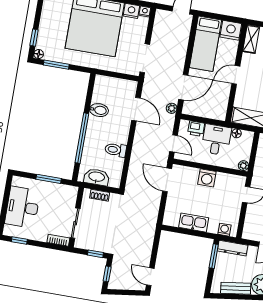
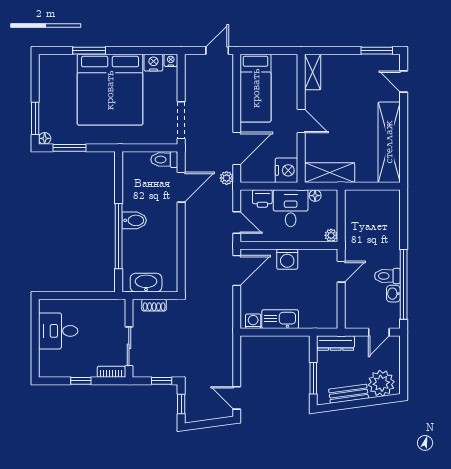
nightstand: (231, 30) -> (286, 170), moved, turned 90
window: (34, 38) -> (35, 118), width x1.50
door: (236, 75) -> (301, 121), swing flipped
door: (136, 109) -> (181, 187), hinge flipped
bidet: (99, 110) -> (134, 220), moved
toilet: (116, 150) -> (164, 160), moved
window: (49, 179) -> (85, 296), removed
door: (167, 180) -> (237, 271), swing flipped
desk: (22, 207) -> (58, 331), width x0.73
washing machine: (224, 230) -> (253, 321), moved
window: (19, 241) -> (81, 381), moved
window: (214, 256) -> (313, 378), moved

